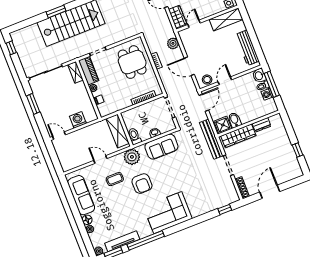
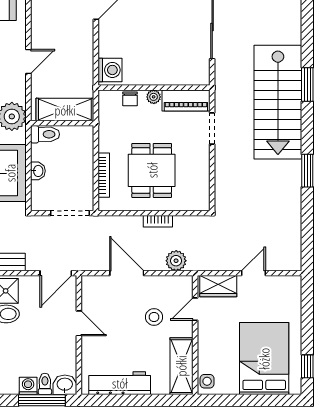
door: (194, 24) -> (195, 309), swing flipped
dining table: (132, 62) -> (152, 170), moved, turned 90
door: (189, 66) -> (127, 273), hinge flipped
shelving: (76, 72) -> (191, 77), removed
stool: (207, 80) -> (154, 317), moved
door: (204, 103) -> (56, 273), hinge flipped
washing machine: (78, 120) -> (110, 70), moved

